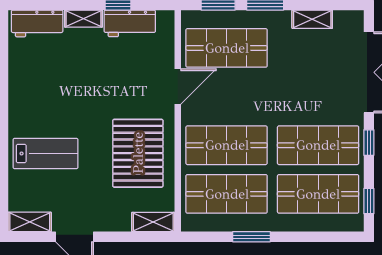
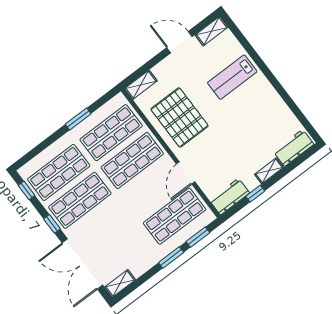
shelving: (312, 19) -> (120, 283), moved
workbench: (130, 23) -> (230, 197), moved

